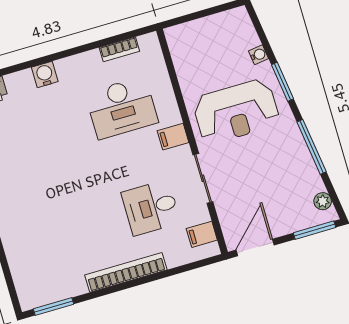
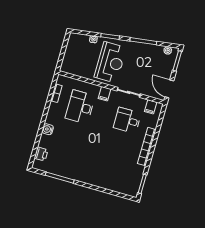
desk: (122, 108) -> (80, 107), turned 180
desk: (151, 208) -> (127, 120), turned 90

